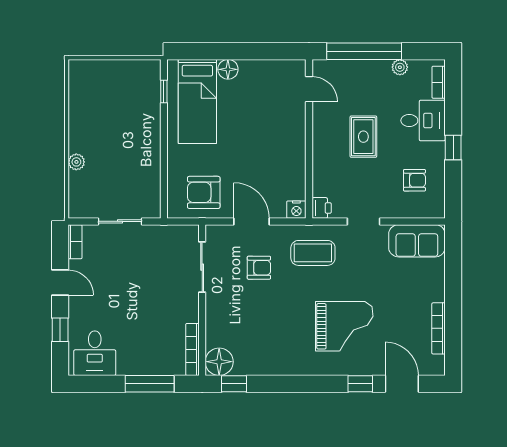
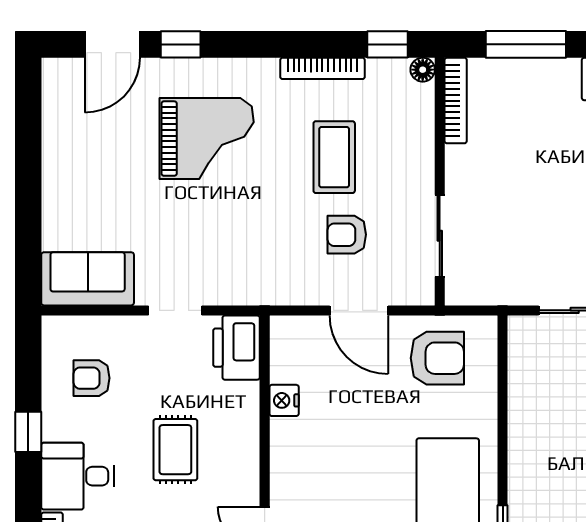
printer: (322, 208) -> (236, 348), width x1.87, depth x1.48
nightstand: (296, 210) -> (284, 400), moved, turned -90
coffee table: (313, 253) -> (334, 157), moved, turned 90
grand piano: (344, 326) -> (207, 139), turned 180
bookcase: (438, 328) -> (322, 68), moved, turned 90
floor lamp: (219, 362) -> (423, 70), width x0.53, depth x0.53
door: (402, 384) -> (112, 44), hinge flipped

